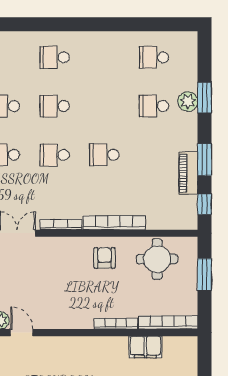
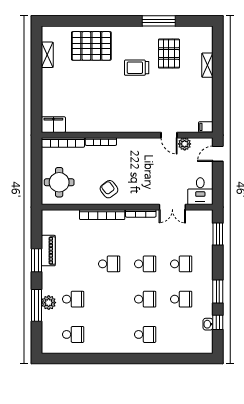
window: (205, 98) -> (37, 305), width x1.44
window: (205, 204) -> (37, 228), removed
armchair: (105, 258) -> (109, 189), turned 142
round table: (157, 259) -> (59, 182), moved
window: (205, 275) -> (37, 177), removed
filing cabinet: (145, 347) -> (53, 125), moved

